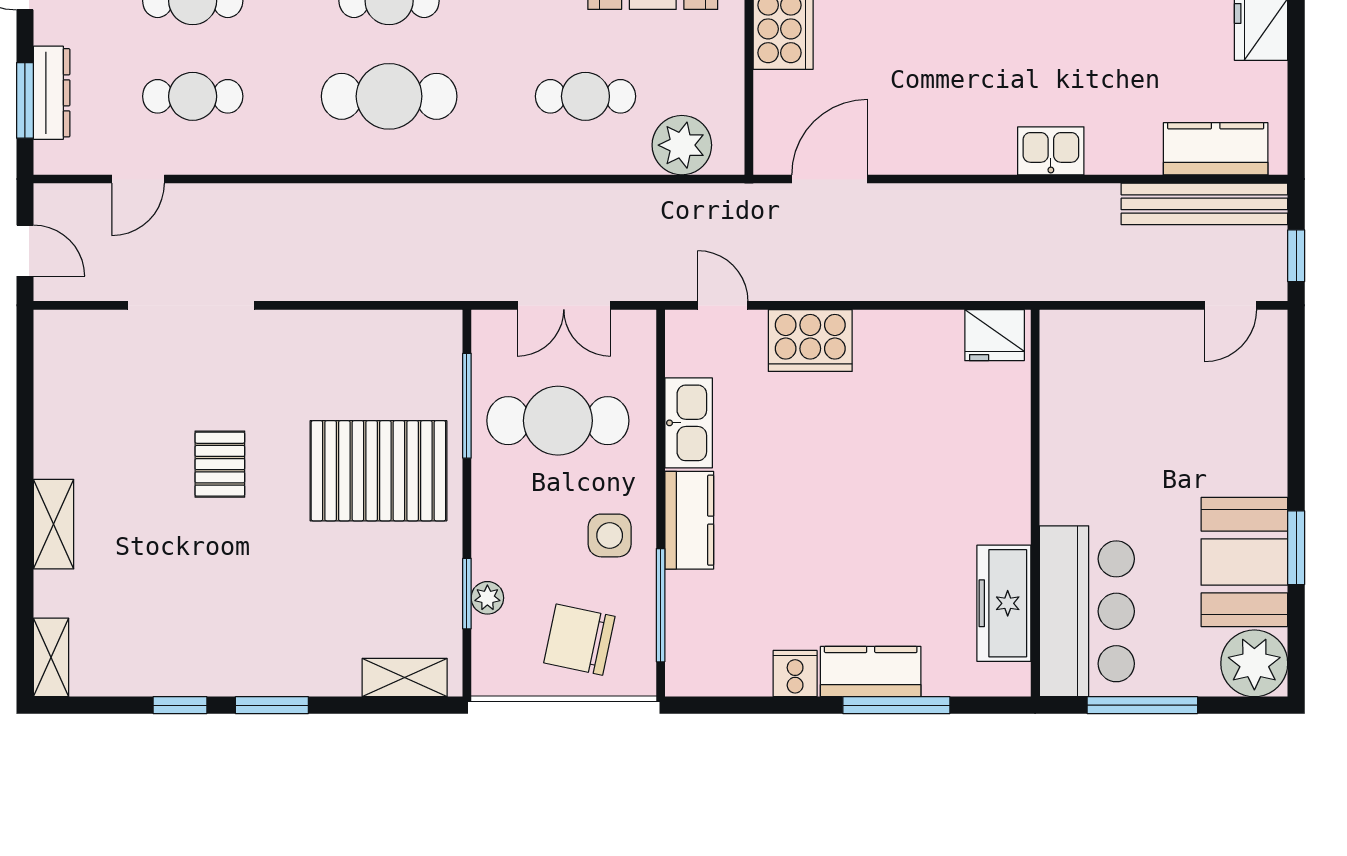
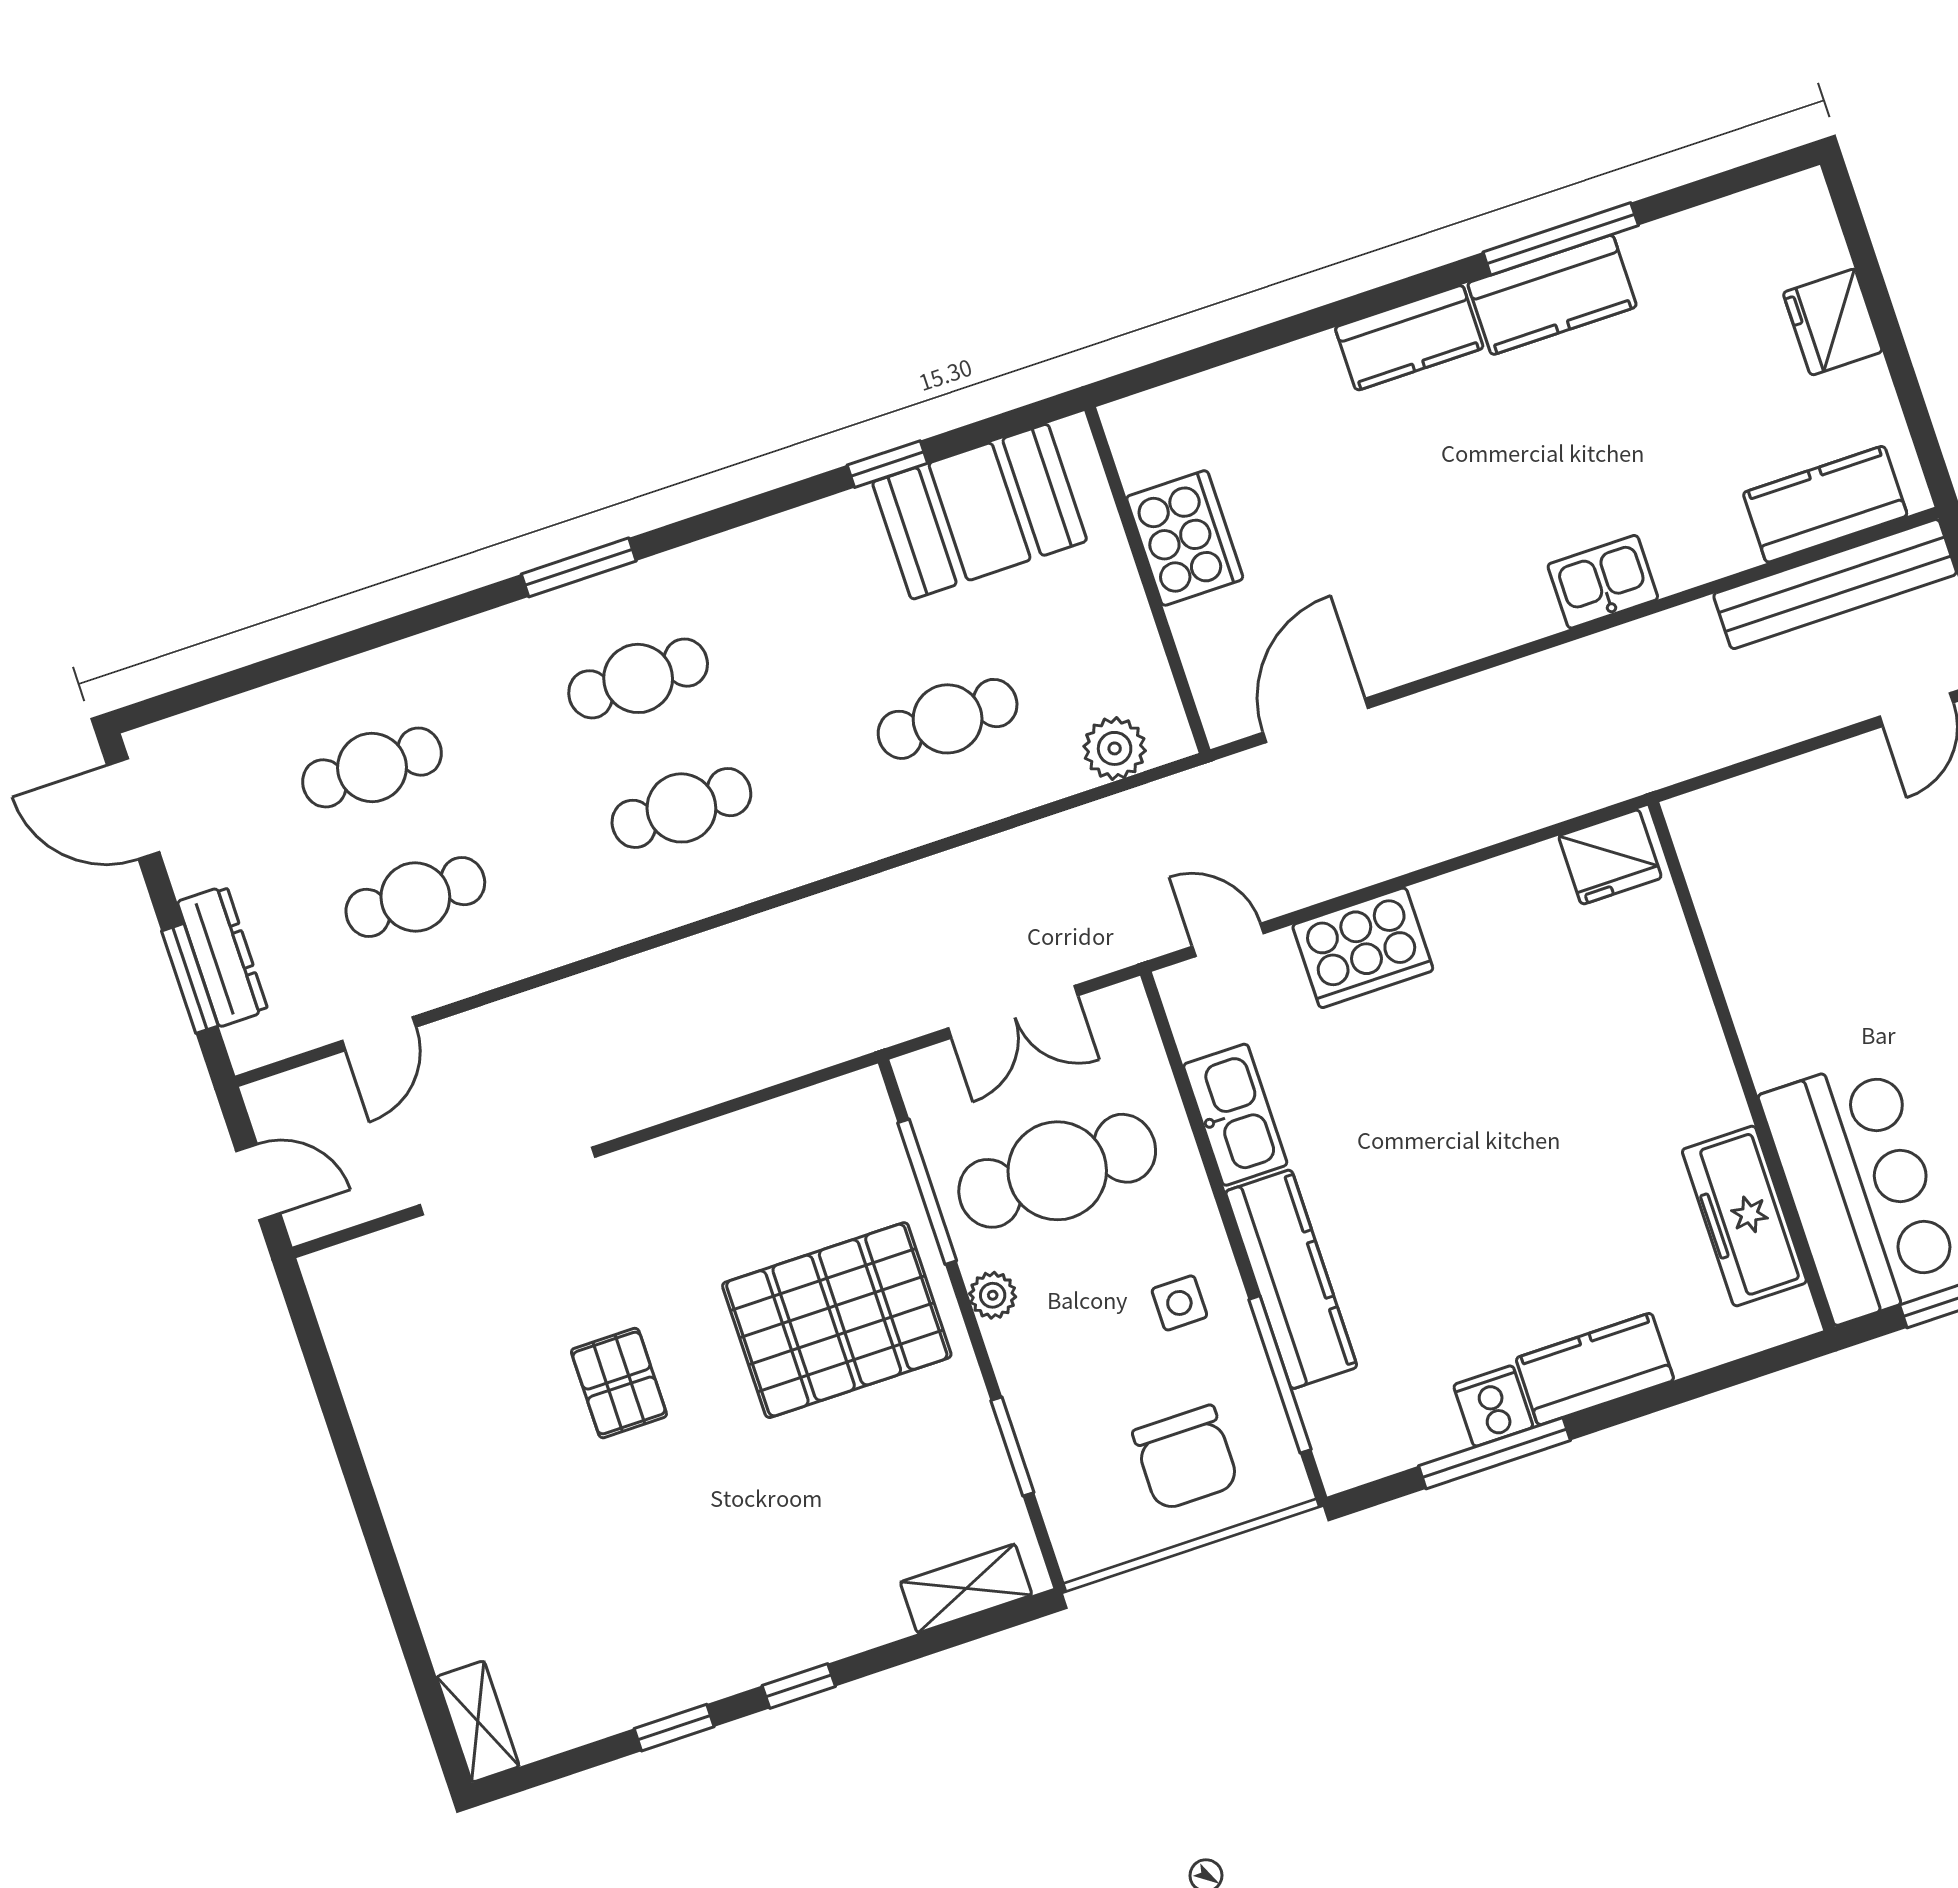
cafe table: (389, 96) -> (681, 808), width x0.73, depth x0.74
plant: (682, 145) -> (1115, 748), width x0.73, depth x0.73
kitchen counter: (689, 520) -> (1291, 1279), width x1.50
shelving: (54, 524) -> (421, 1540), removed
side table: (610, 535) -> (1179, 1303), width x0.73, depth x0.73
plant: (487, 598) -> (993, 1295), moved
chair: (579, 640) -> (1186, 1458), turned -102
window: (272, 705) -> (799, 1686), width x0.67
window: (896, 705) -> (1495, 1453), moved

